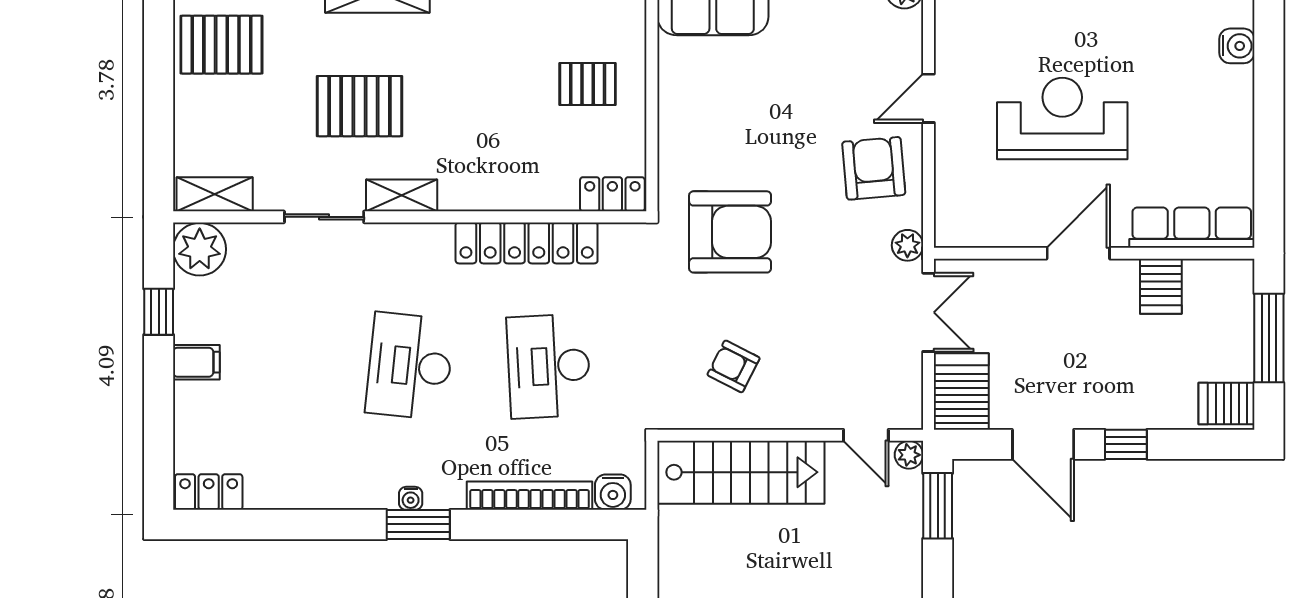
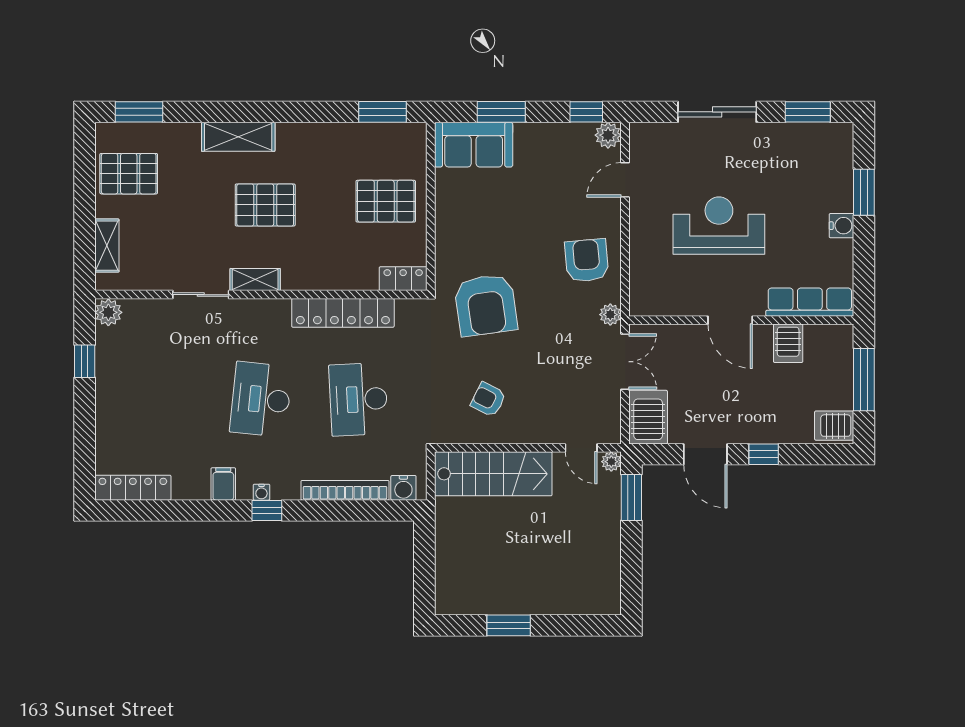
water cooler: (1237, 46) -> (841, 226), moved
window: (1269, 71) -> (864, 192), added
pallet: (588, 84) -> (386, 201), width x1.50, depth x1.42
door: (928, 98) -> (625, 180), moved
pallet: (359, 106) -> (265, 205), moved
shelving: (215, 194) -> (107, 246), moved, turned 90
armchair: (730, 232) -> (486, 305), turned 82
plant: (200, 249) -> (108, 312), width x0.73, depth x0.73
door: (1078, 253) -> (730, 320), swing flipped
filing cabinet: (196, 362) -> (223, 484), moved, turned -90
locker: (209, 492) -> (133, 488), width x1.53
window: (418, 524) -> (267, 510), width x0.67

